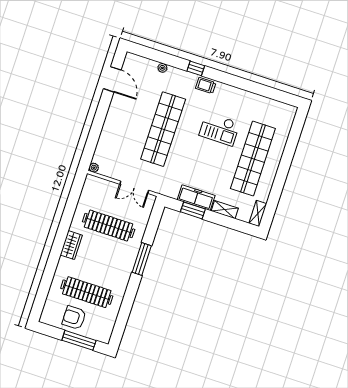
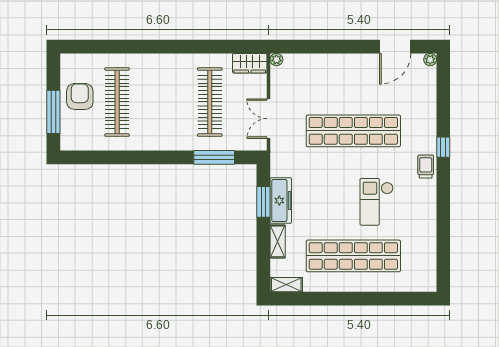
plant: (162, 68) -> (430, 60), moved
wardrobe: (71, 245) -> (250, 63), moved
window: (142, 259) -> (214, 157), moved

